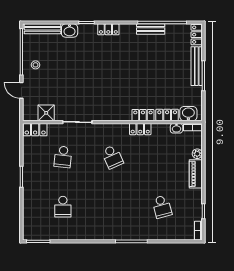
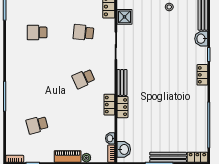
bench: (151, 29) -> (122, 82), moved
locker: (167, 115) -> (123, 130), removed

